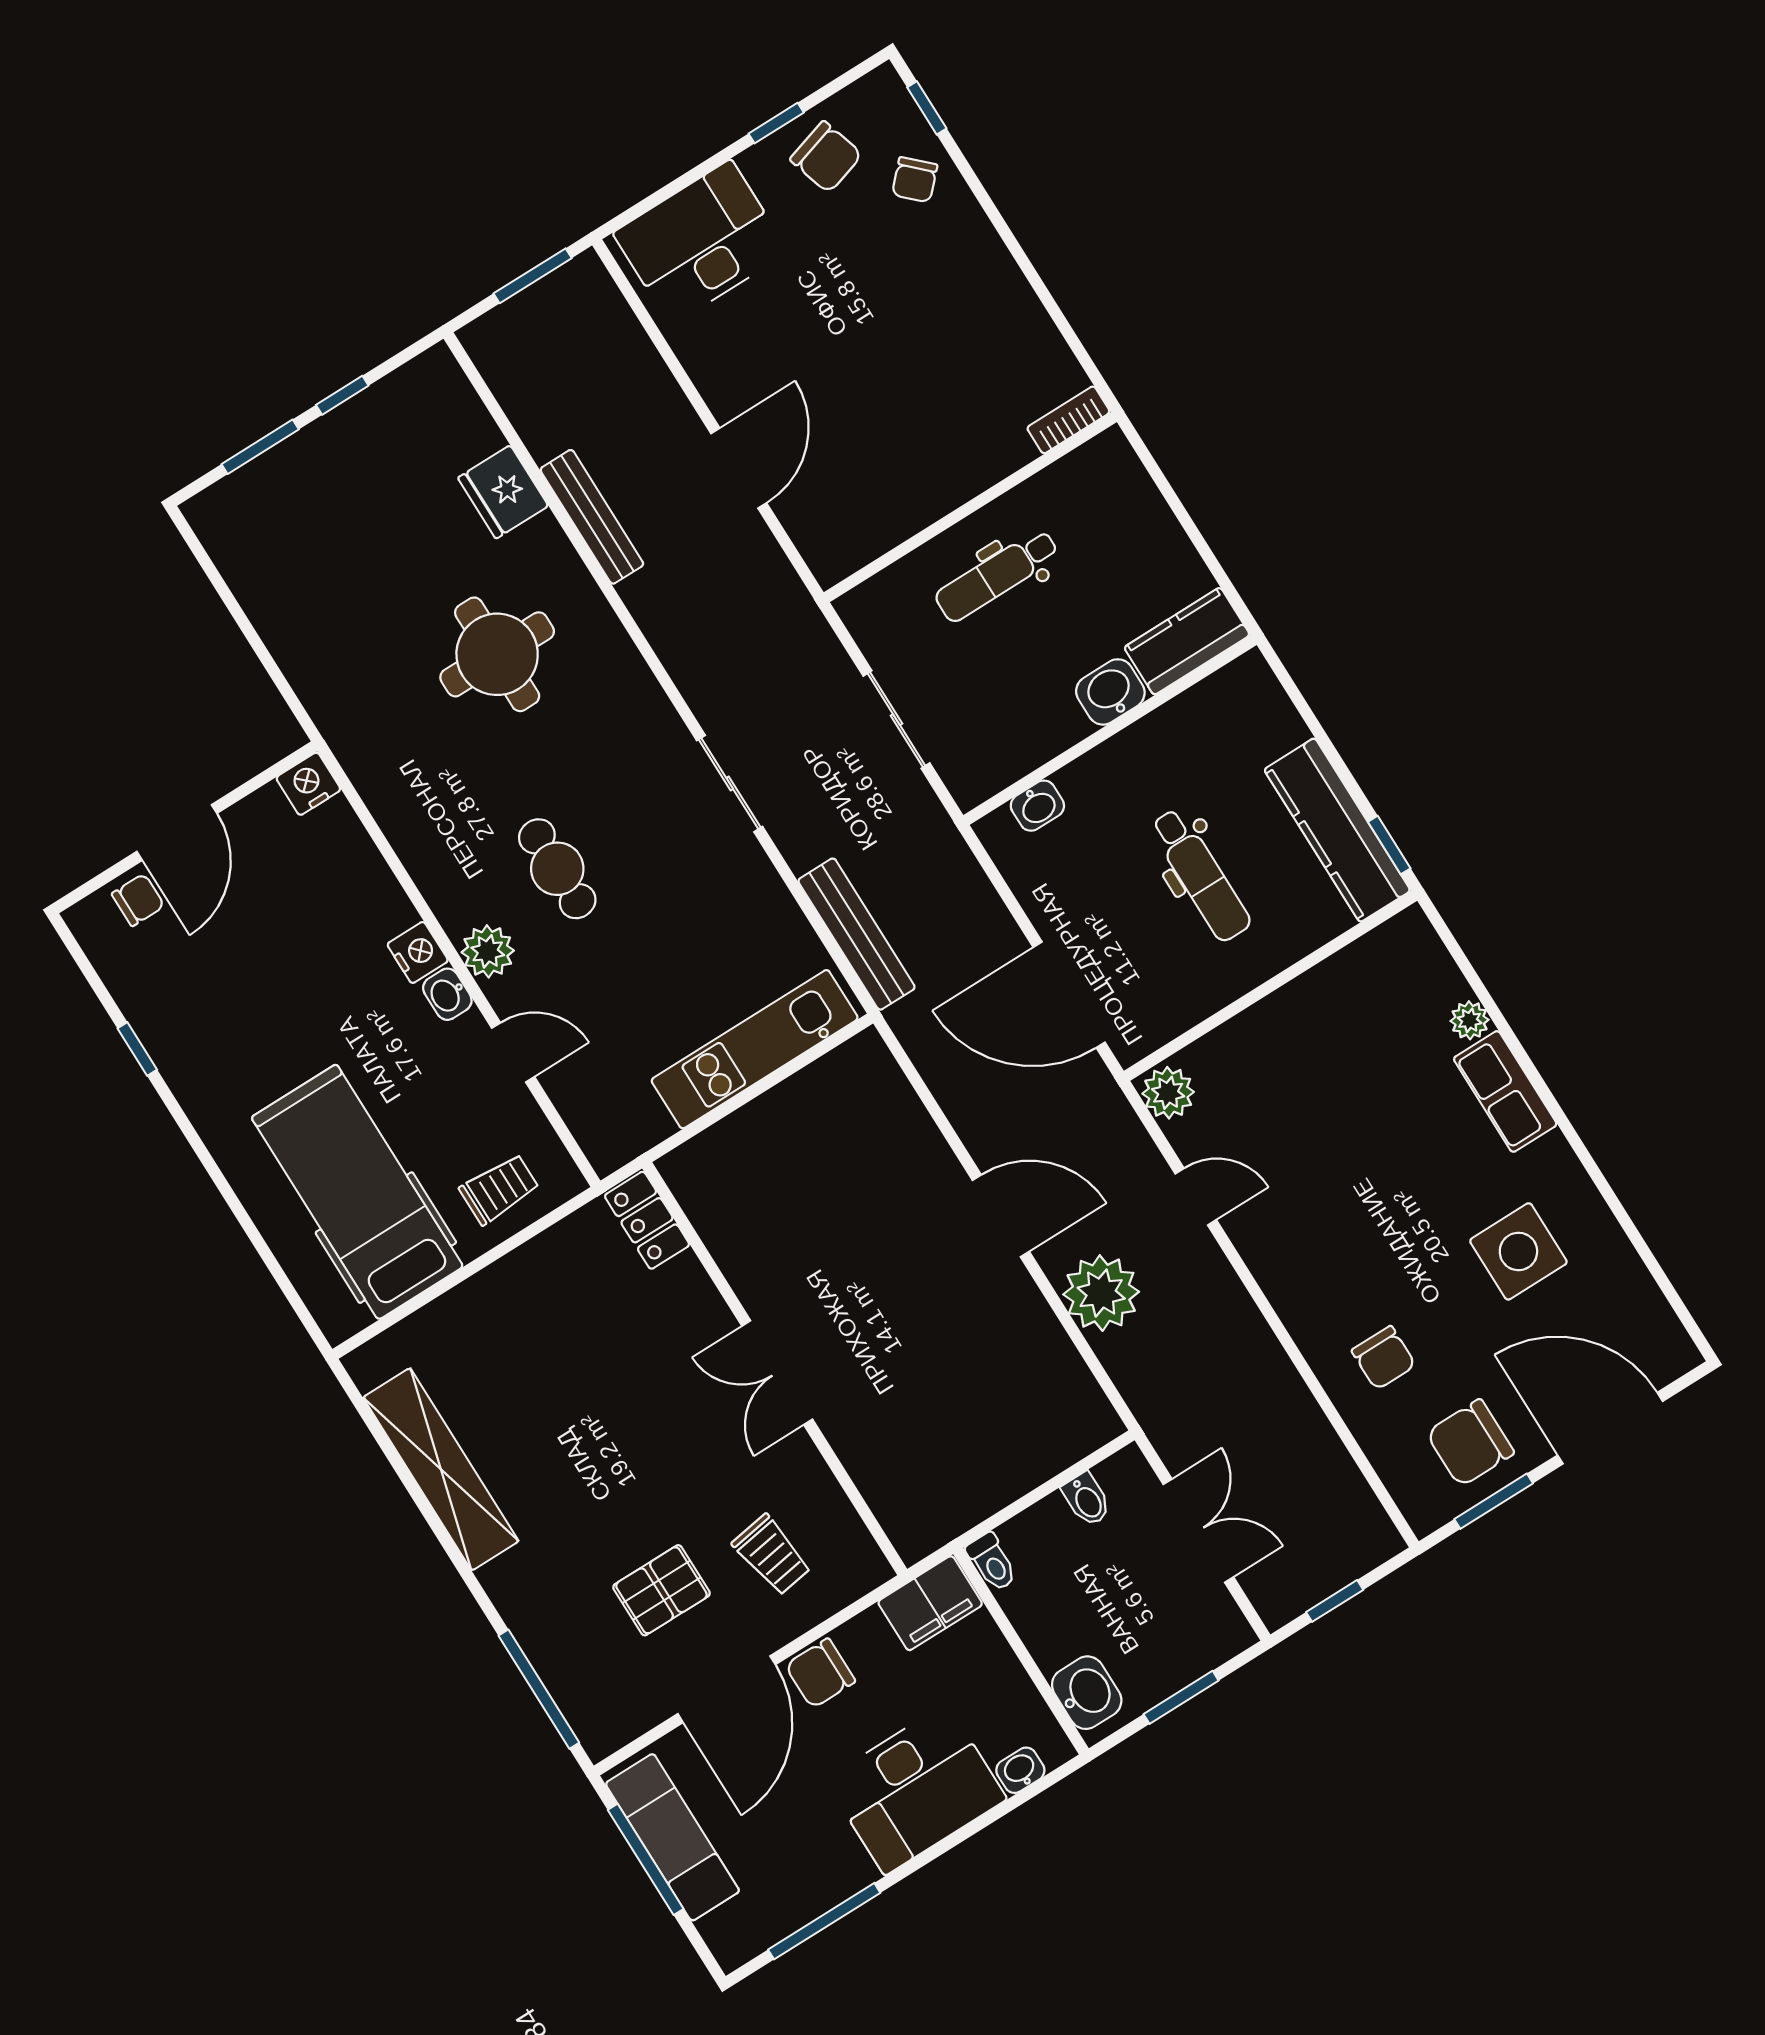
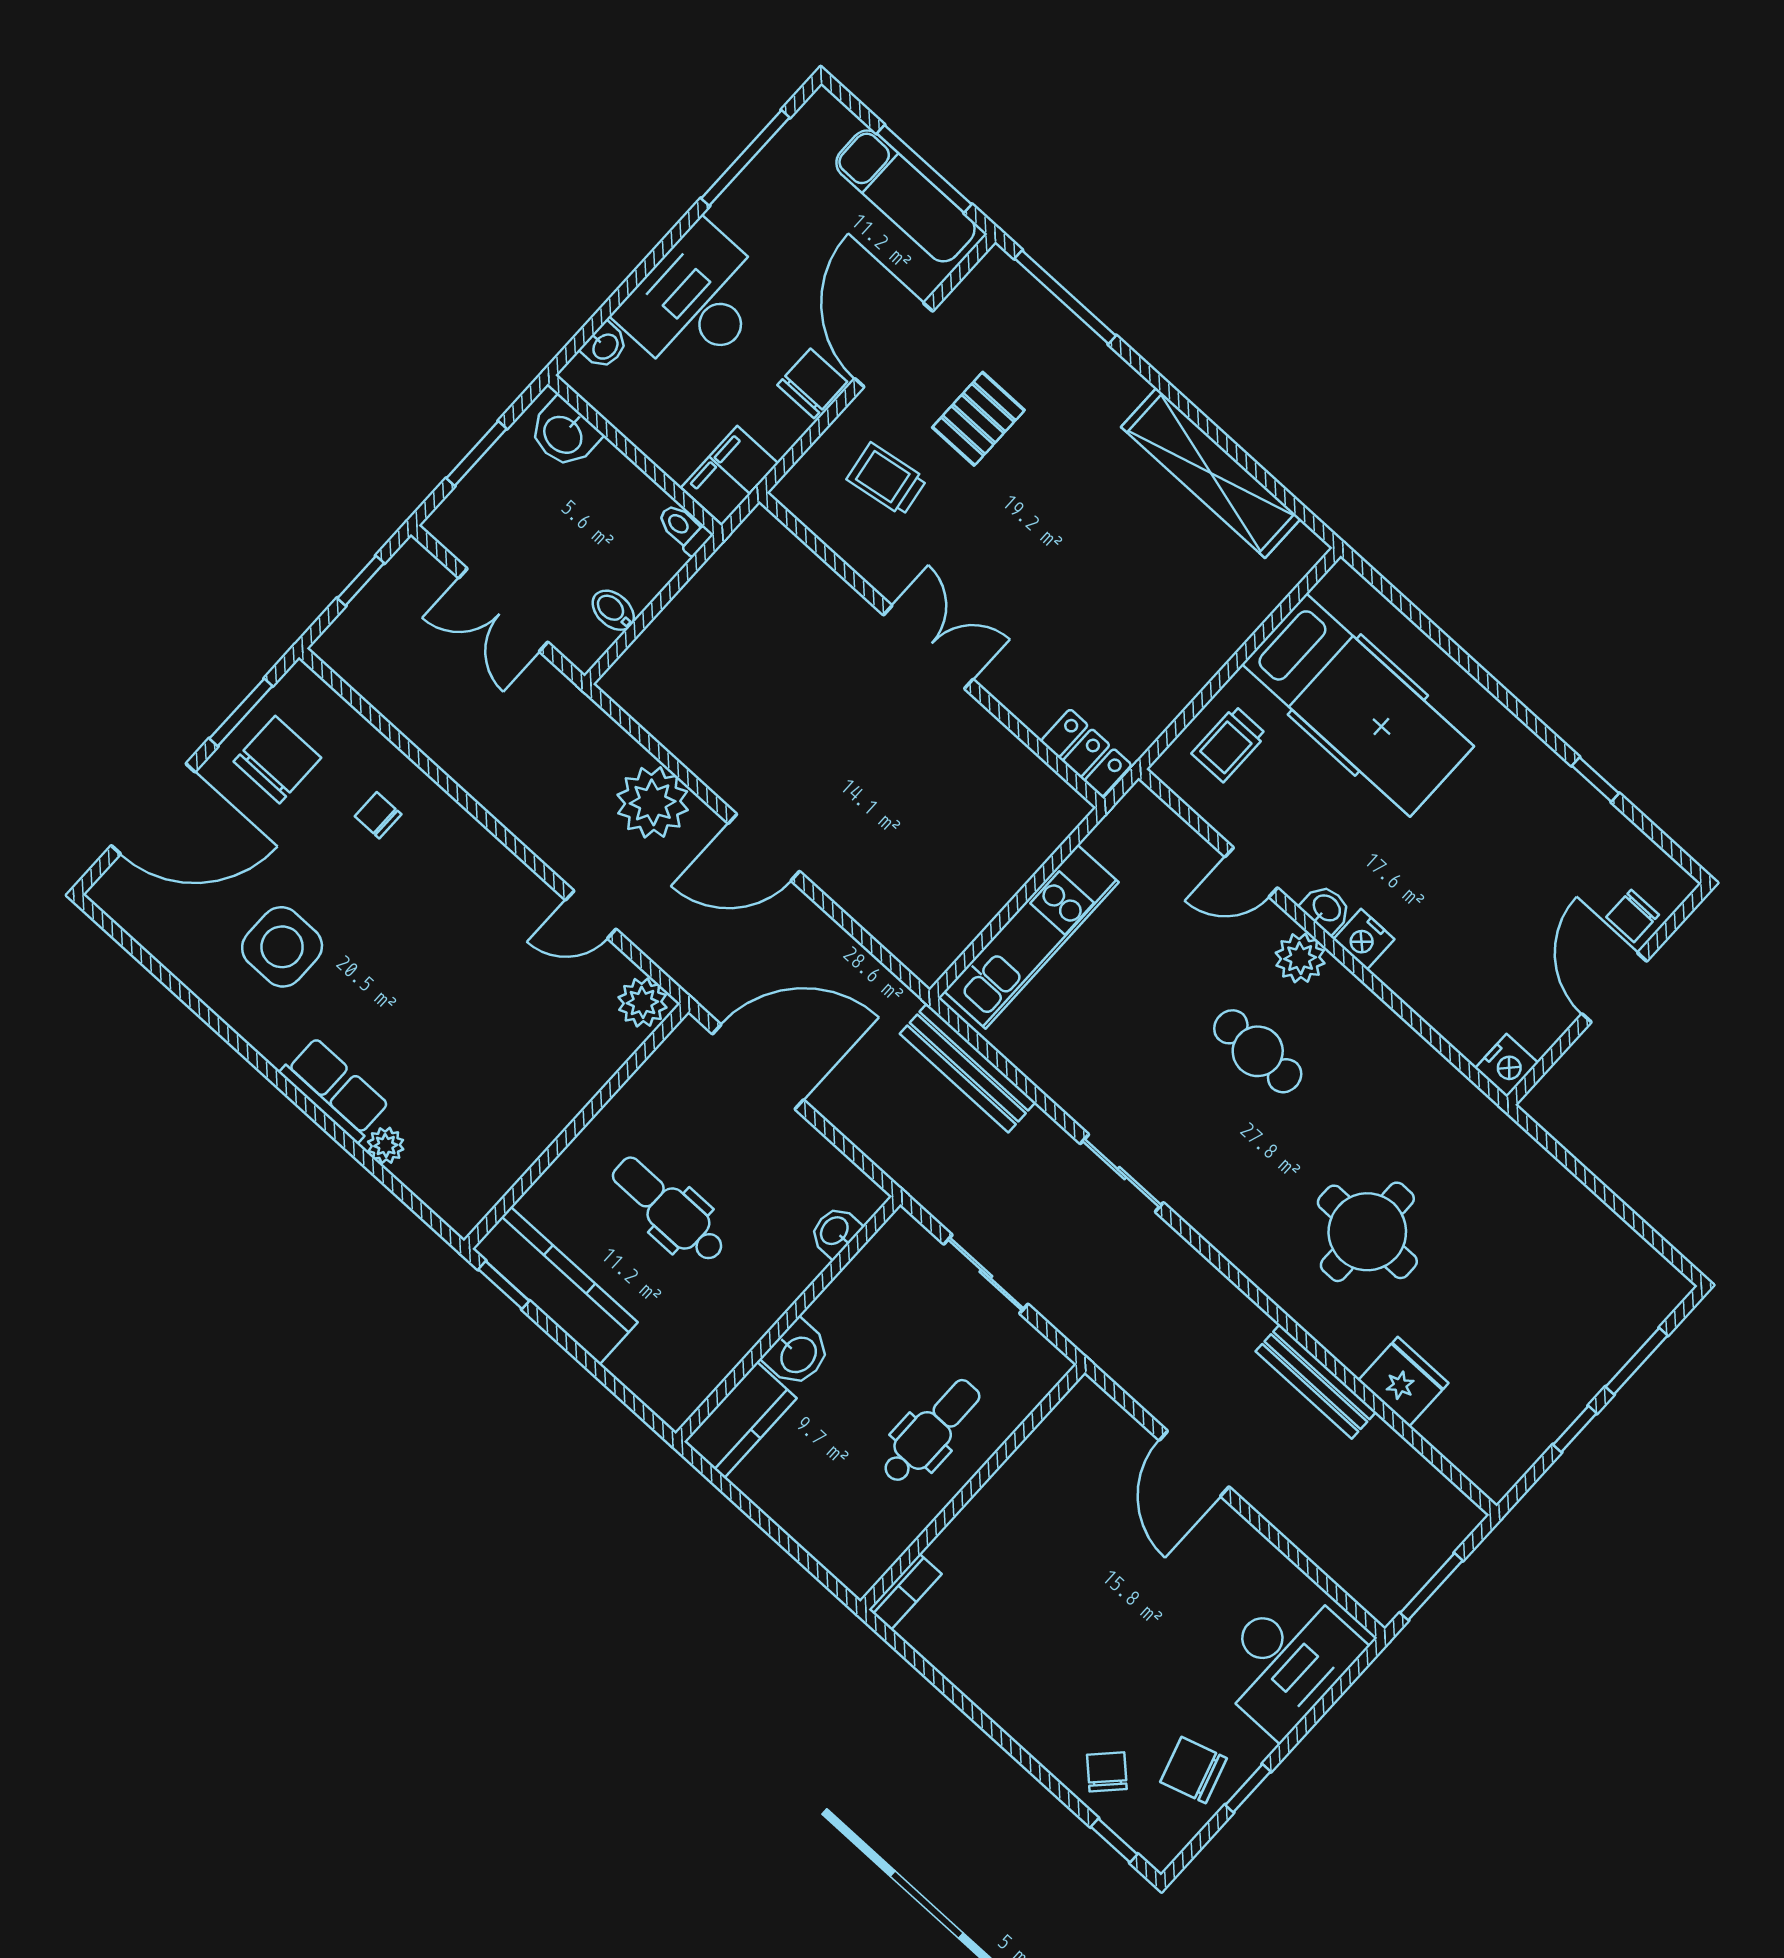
chair: (1384, 1358) -> (378, 815), width x0.73, depth x0.73

